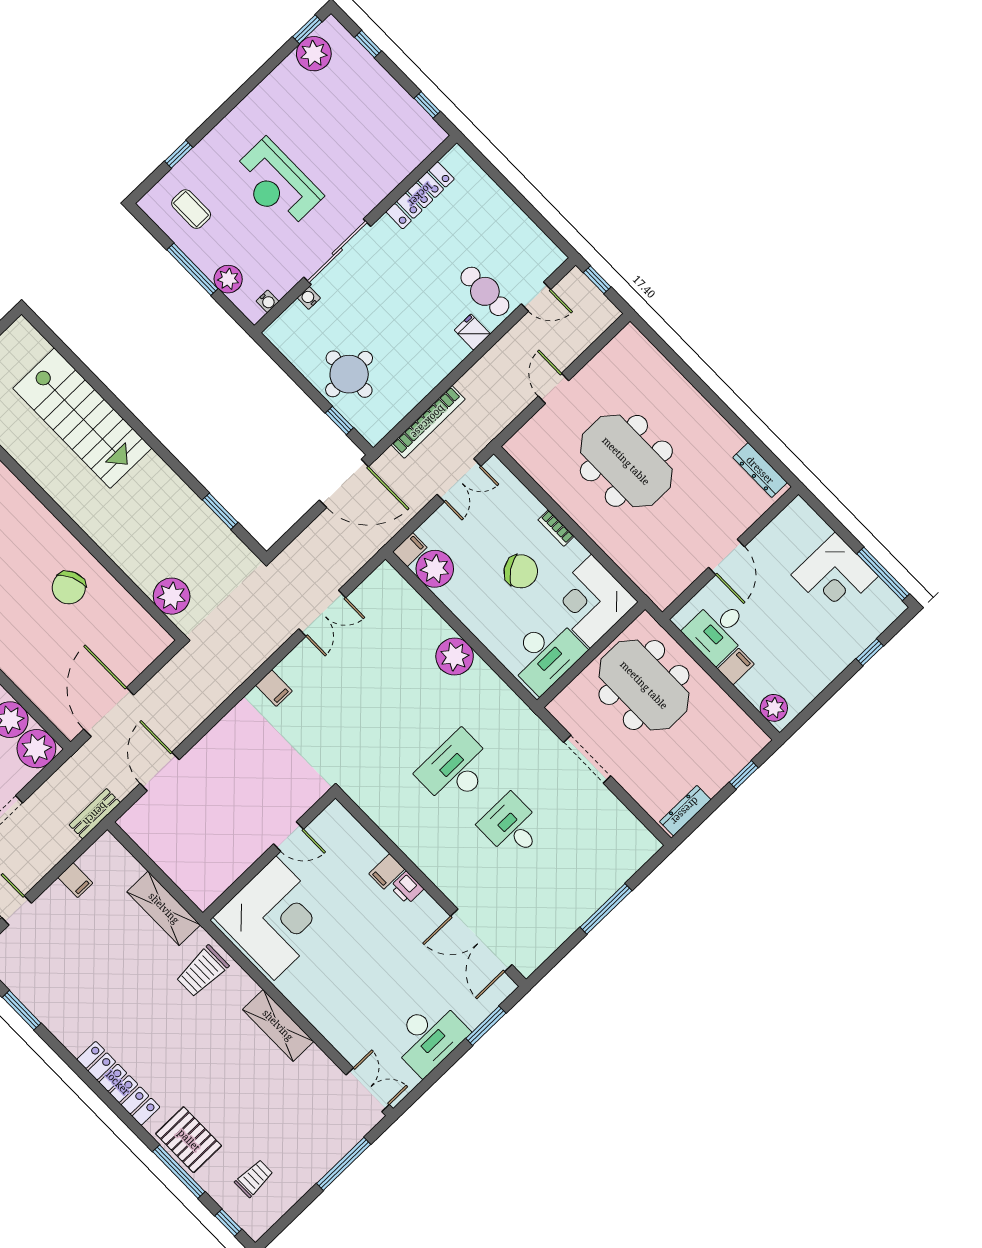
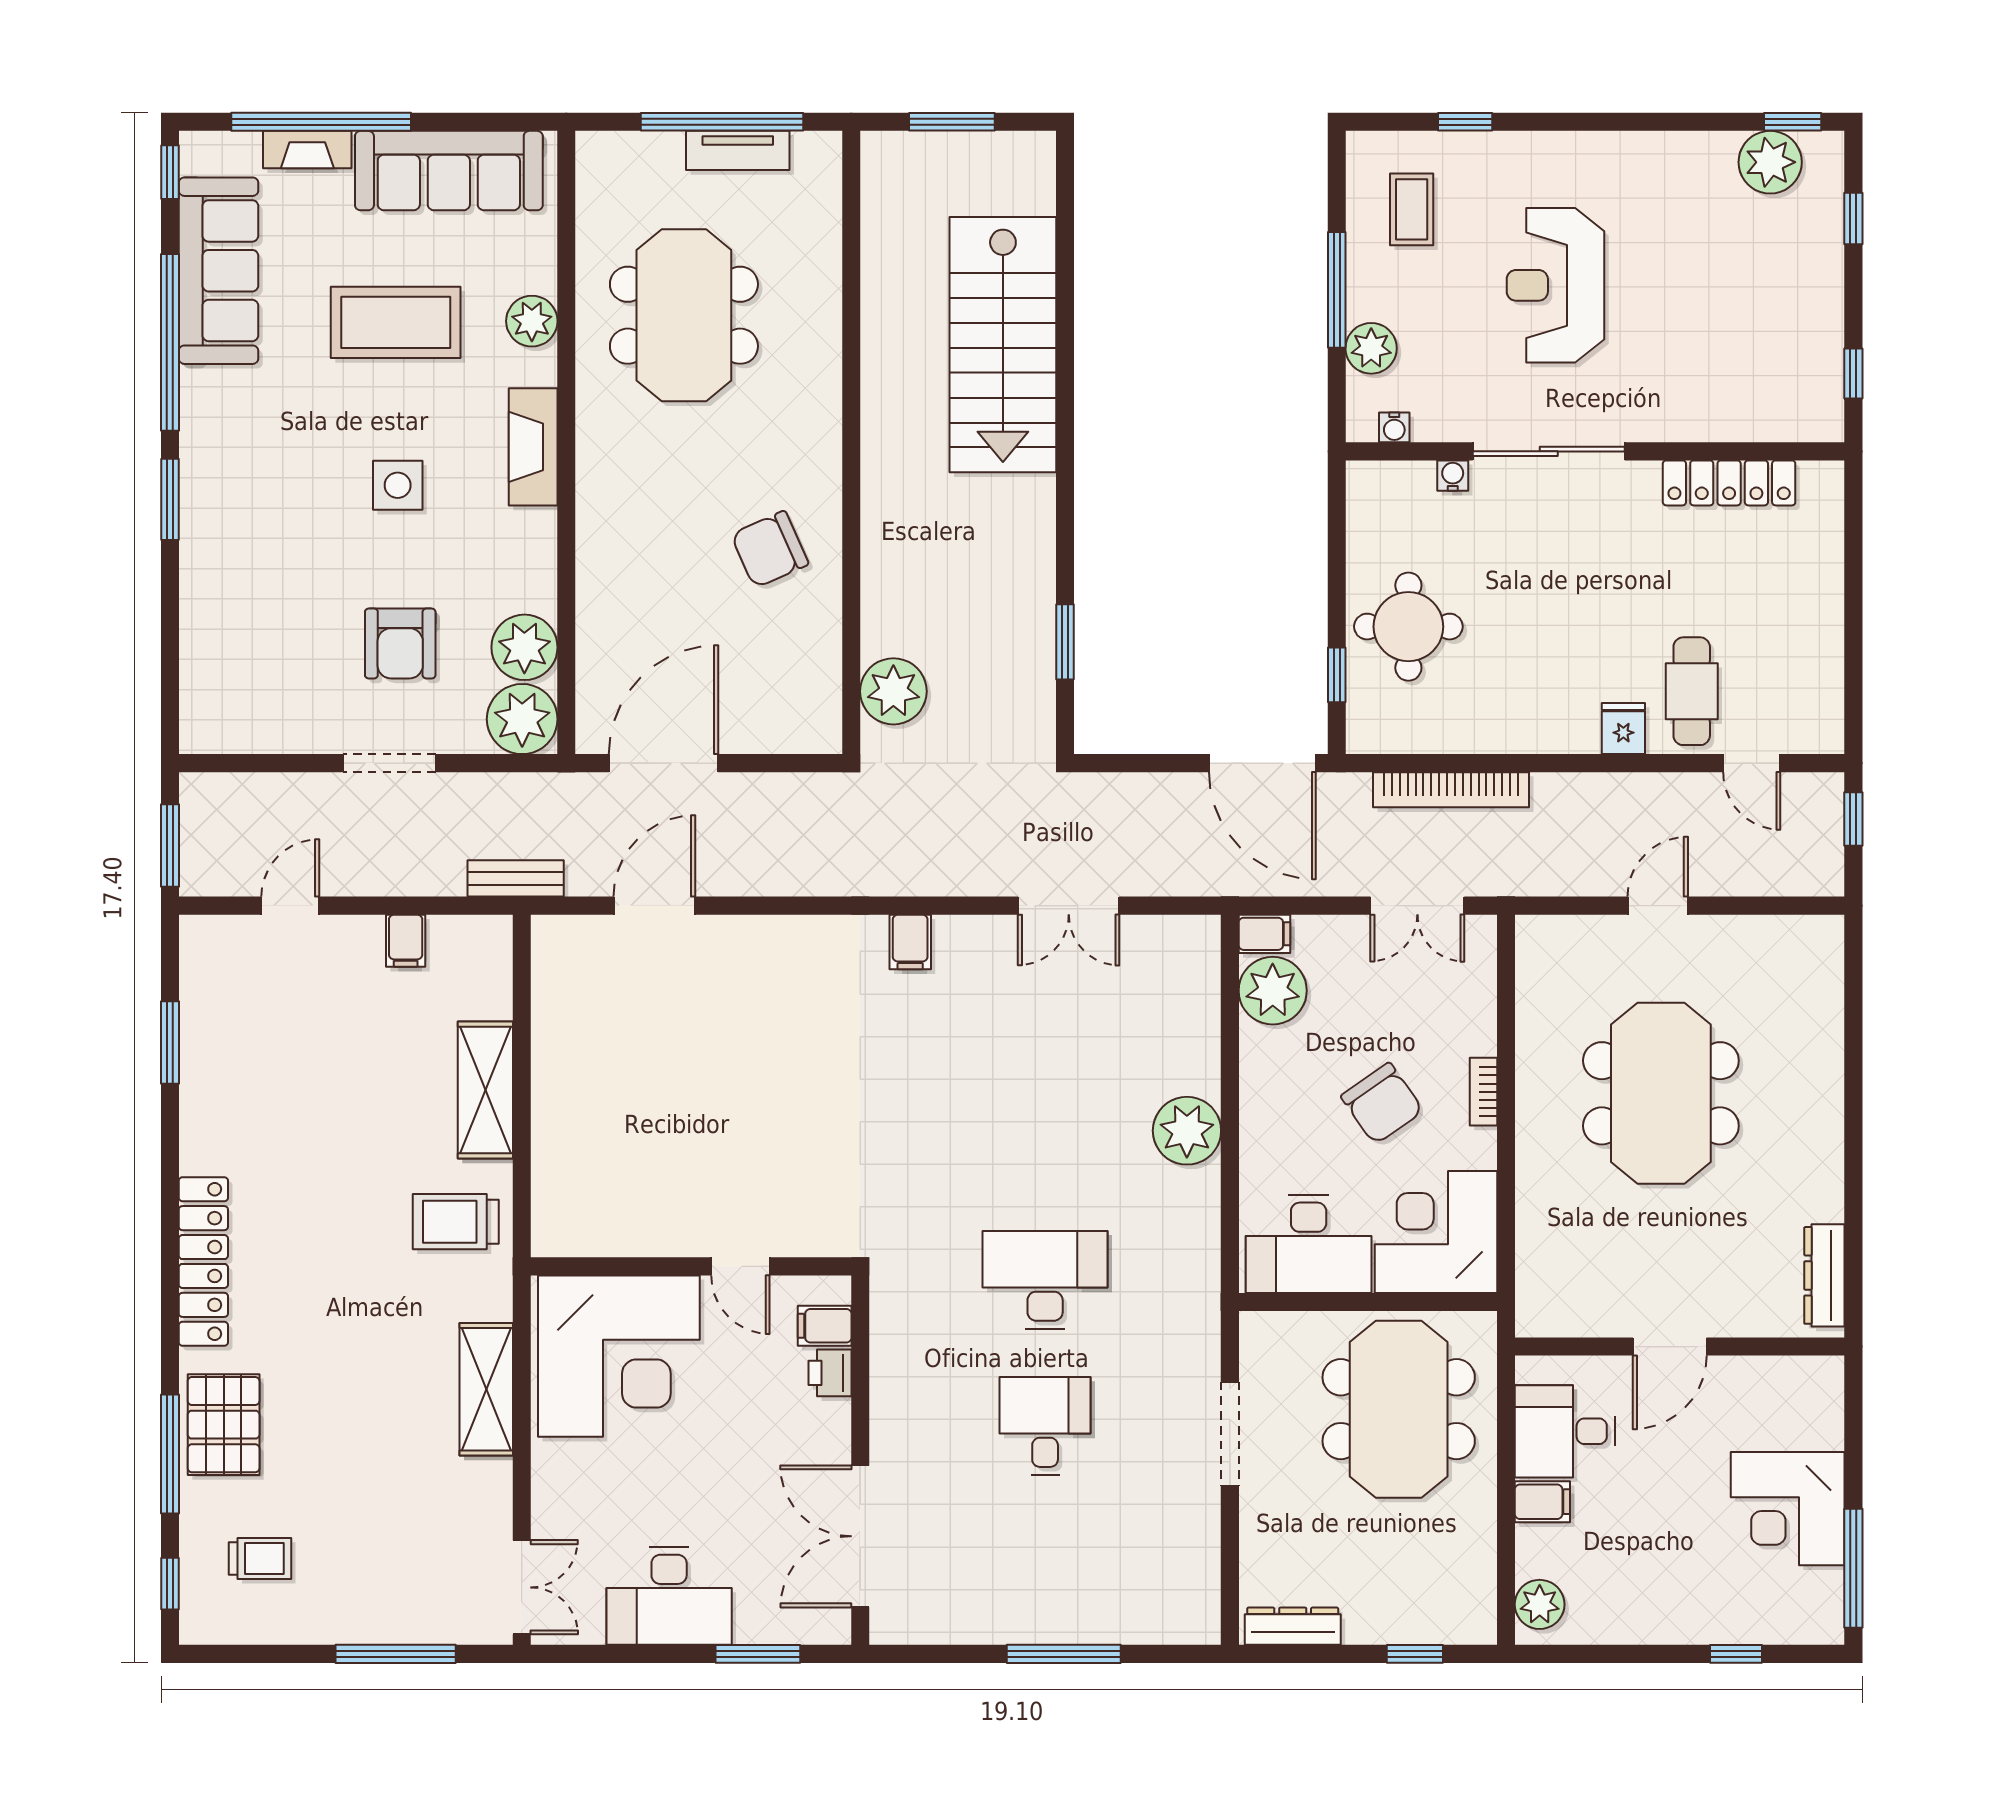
door: (289, 837) -> (740, 1266), moved
wall: (269, 855) -> (691, 1266), moved
corner desk: (275, 918) -> (619, 1356), moved

